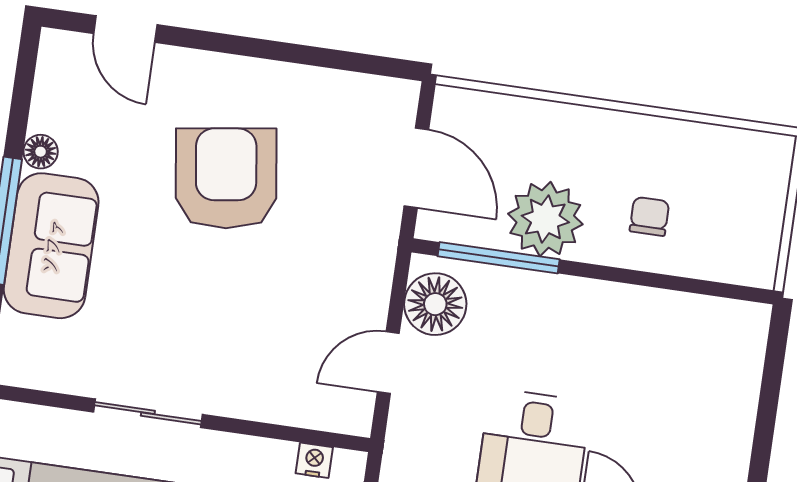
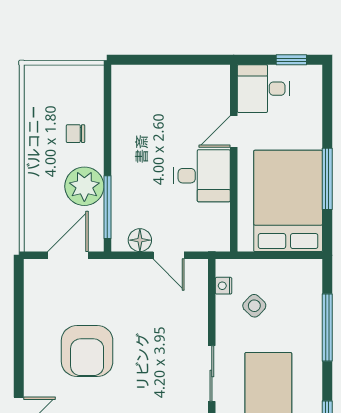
armchair: (226, 178) -> (87, 351), turned -82
floor lamp: (435, 304) -> (140, 240), width x0.73, depth x0.73

